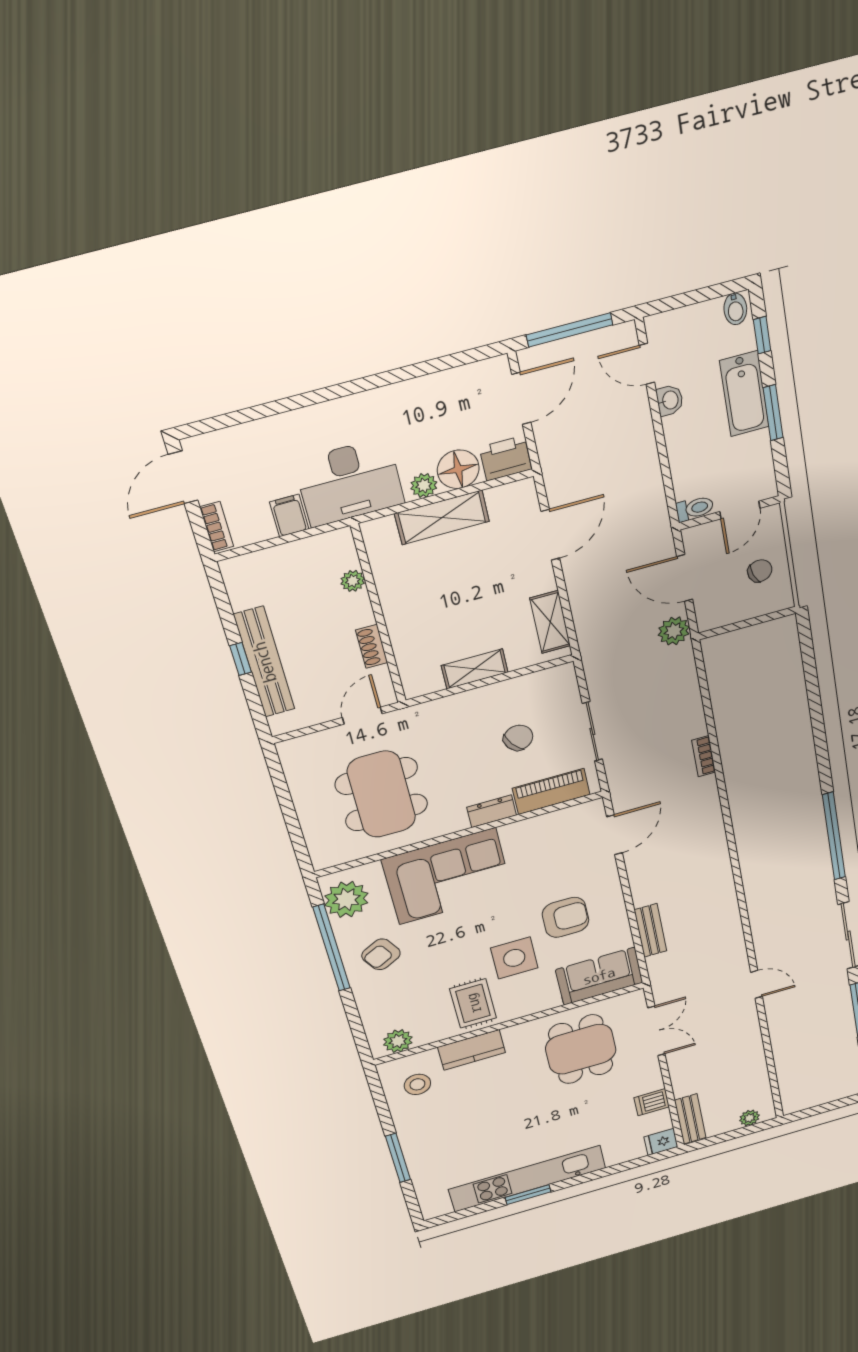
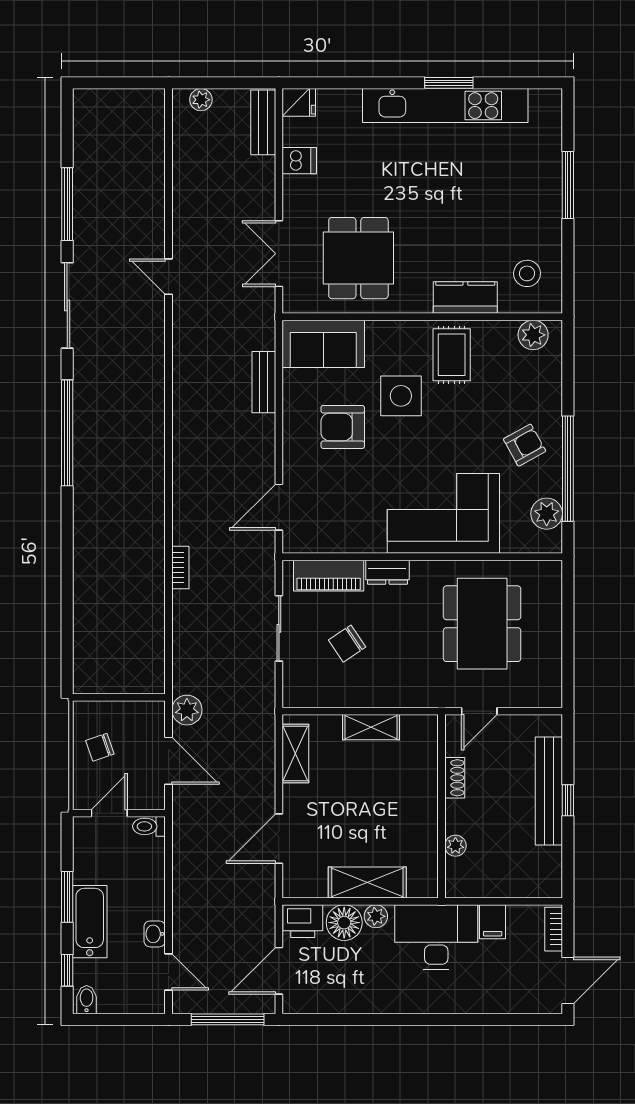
plant: (346, 899) -> (547, 514), width x0.73, depth x0.73

